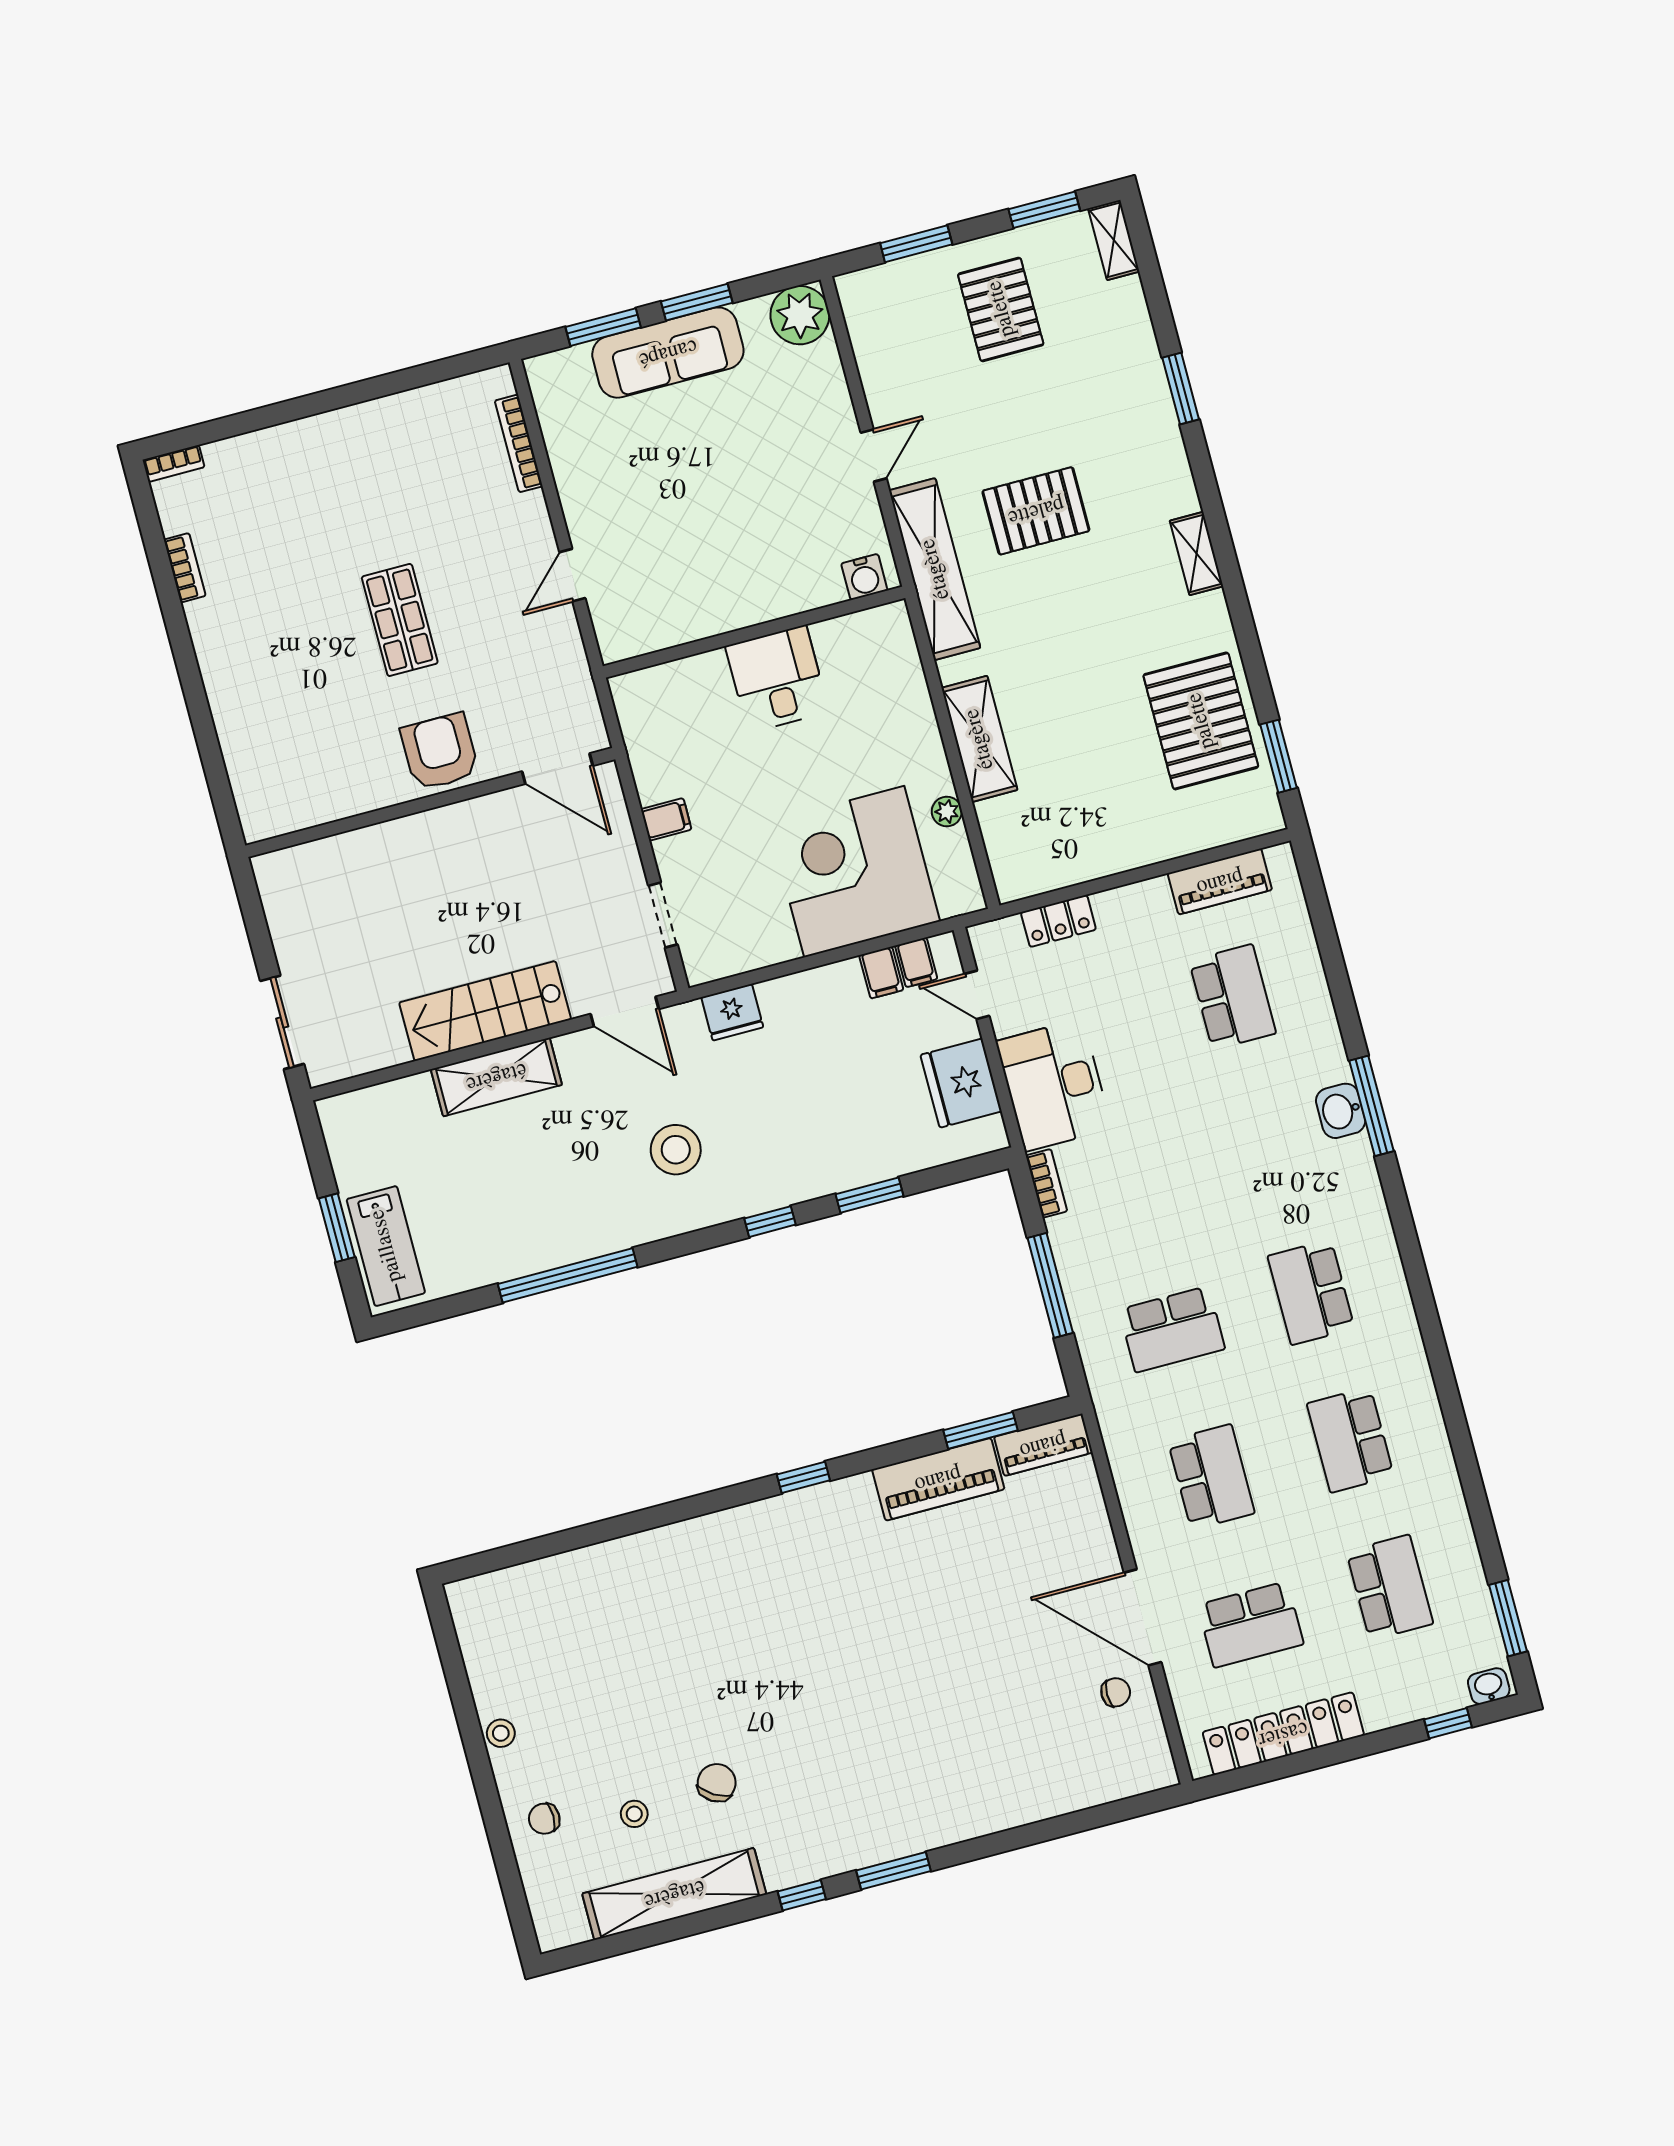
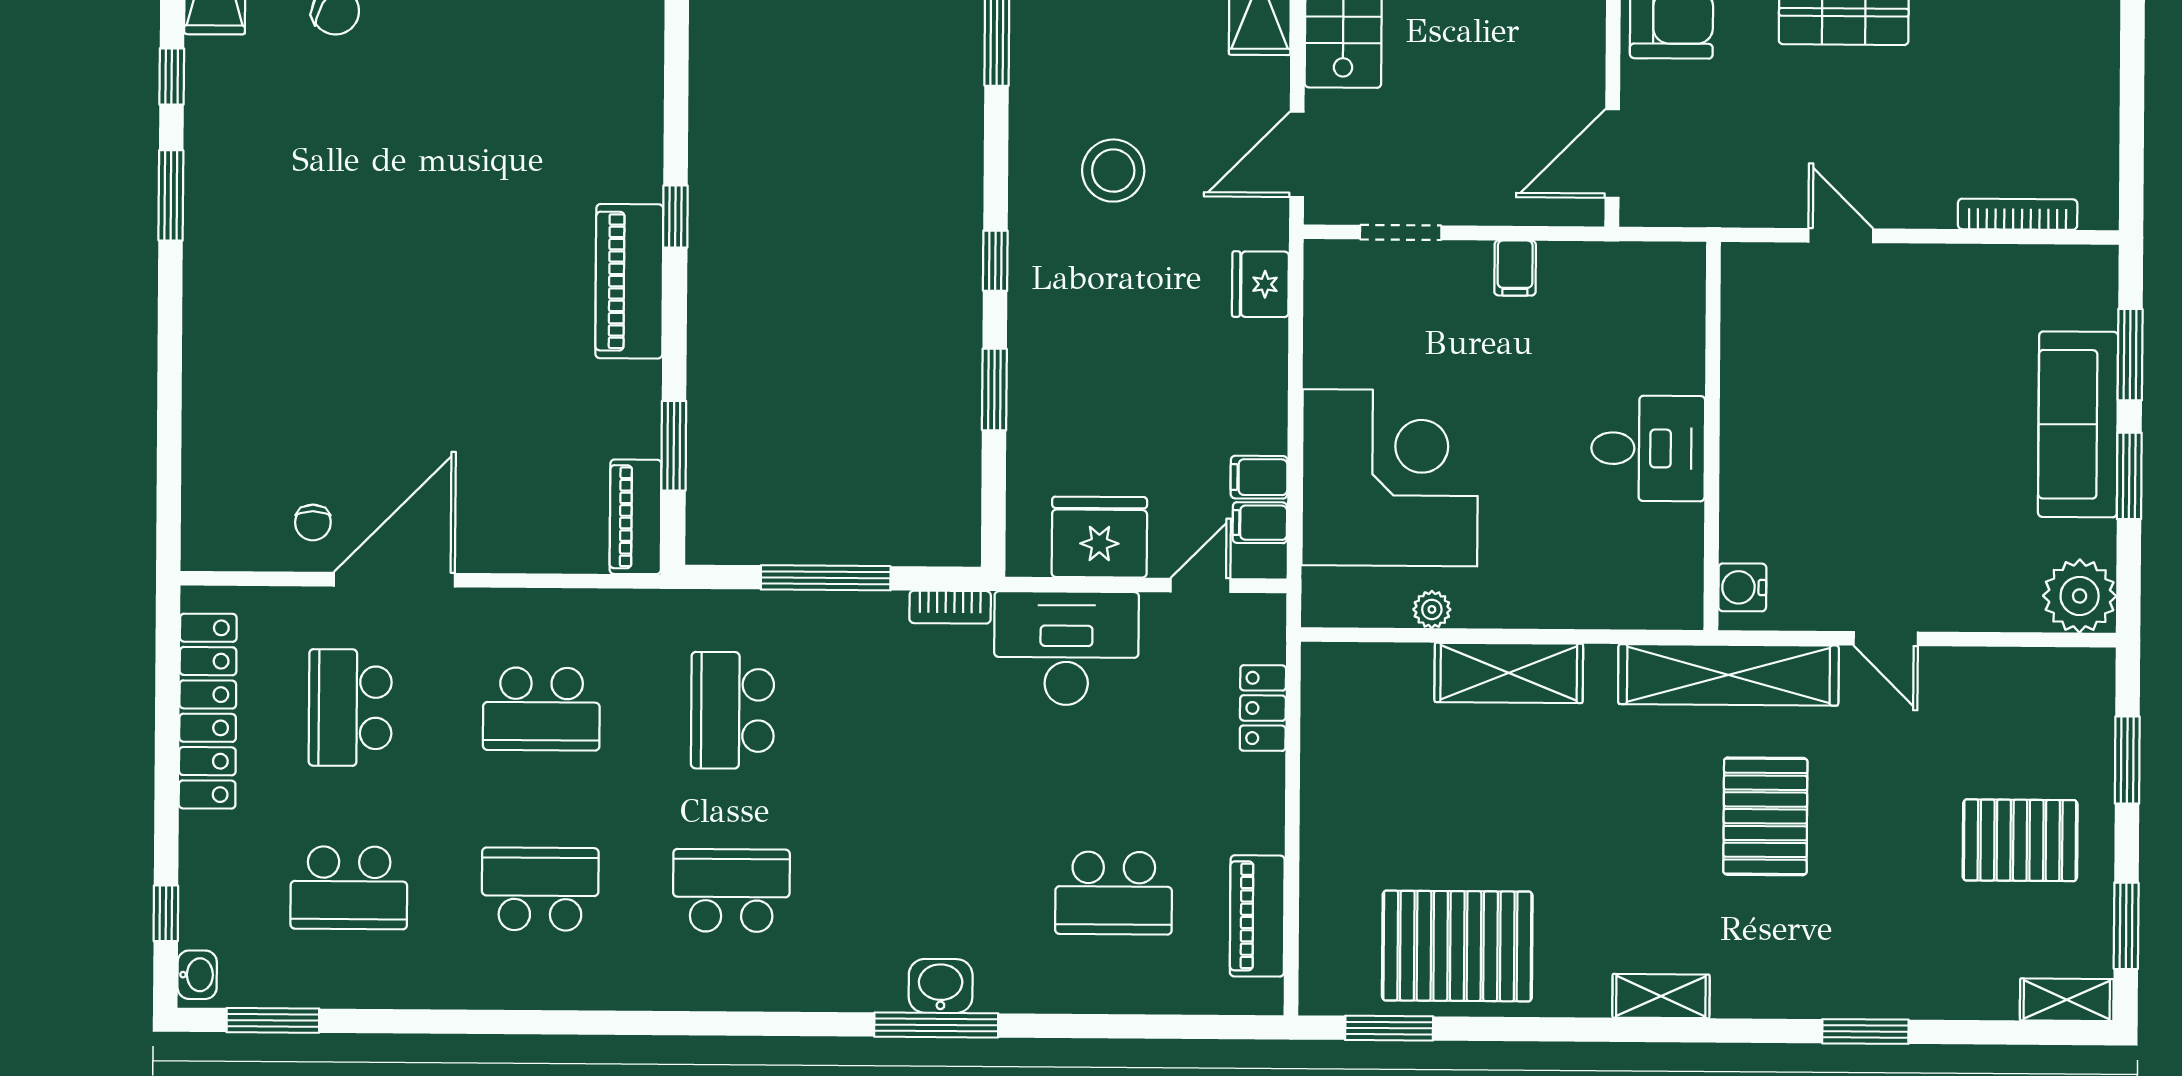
piano: (938, 1479) -> (629, 281), moved

